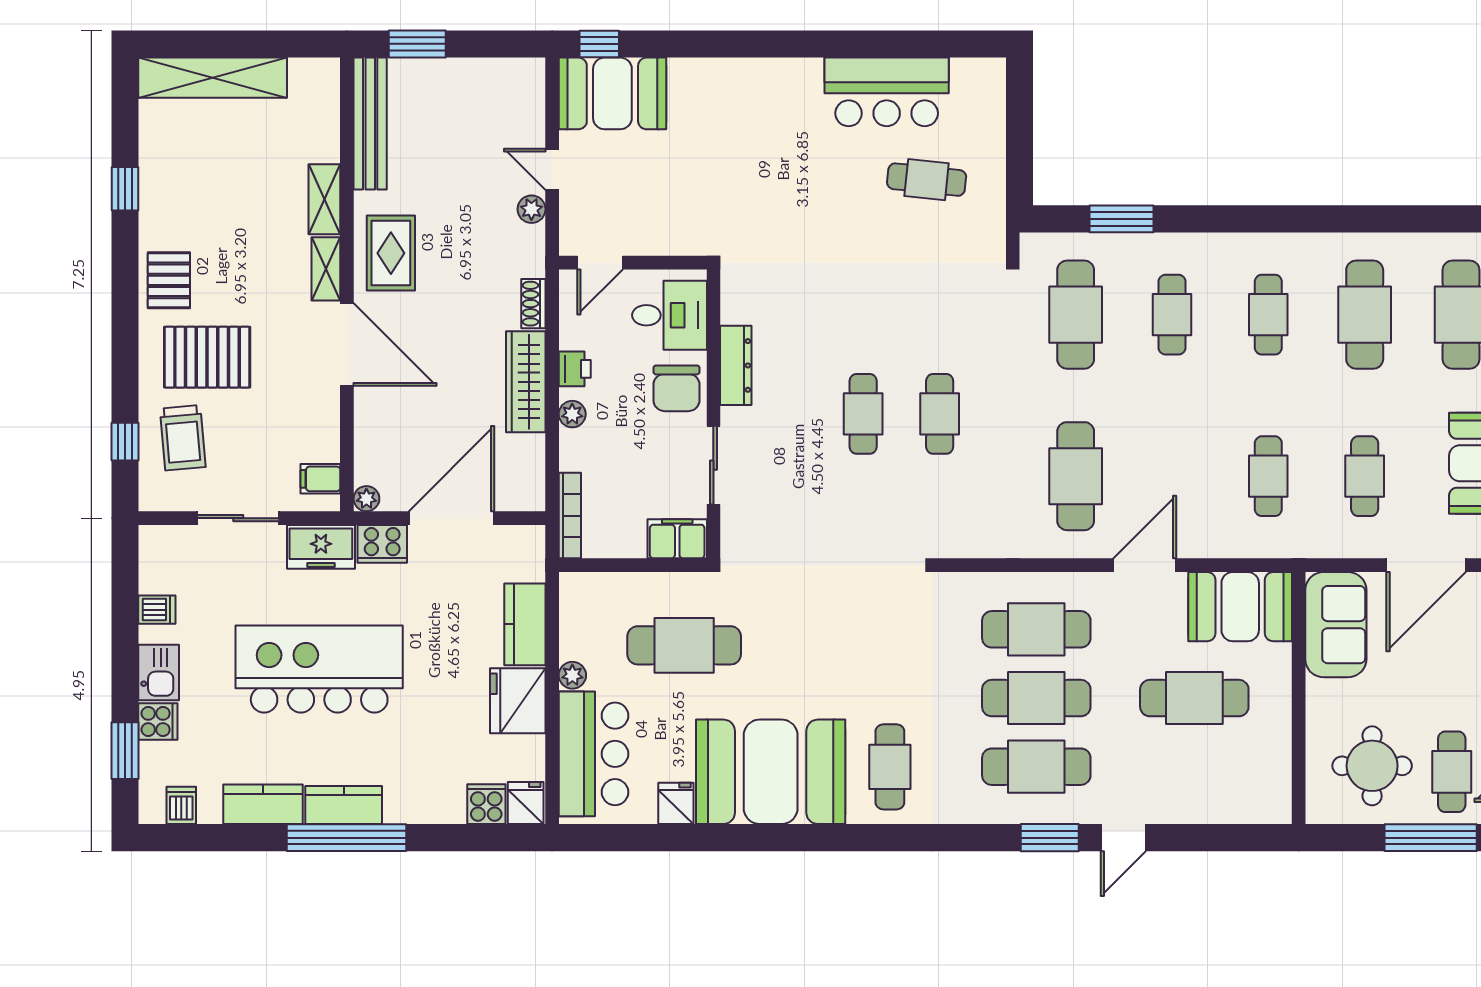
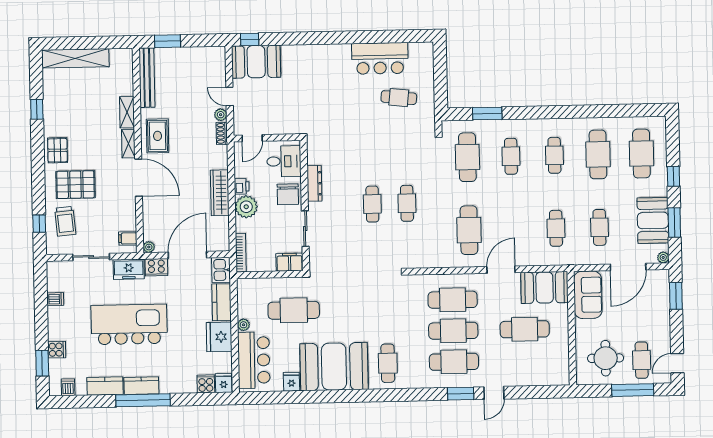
shoe rack: (533, 304) -> (222, 133), moved
plant: (572, 414) -> (246, 207), width x1.87, depth x1.87
kitchen sink: (159, 673) -> (221, 270), moved, turned 180

